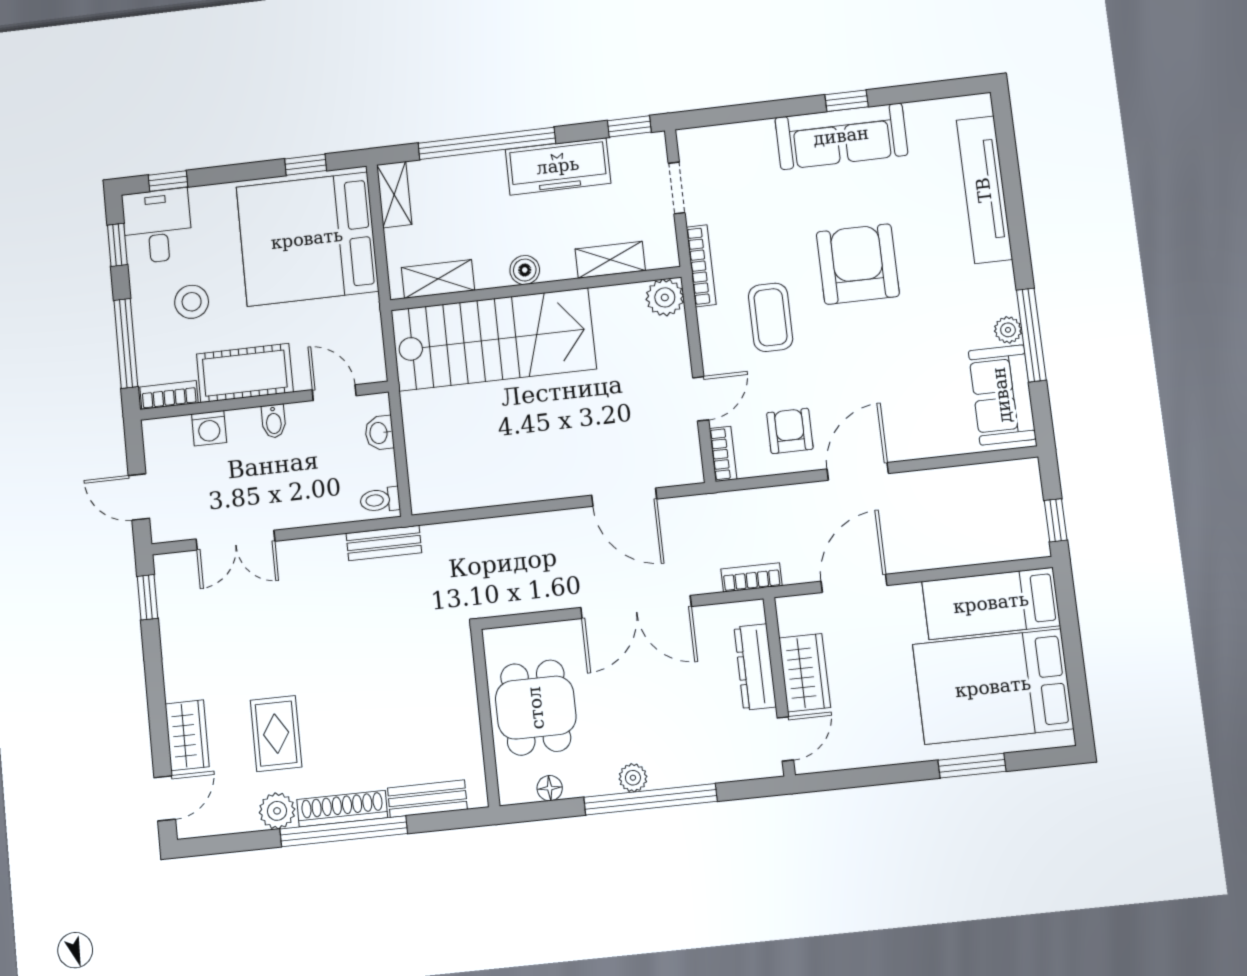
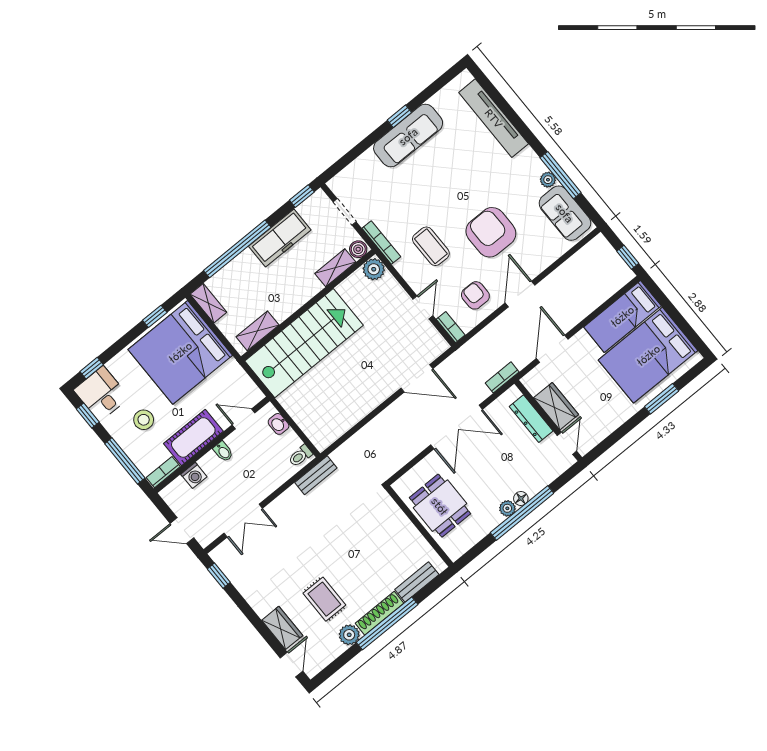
armchair: (858, 264) -> (491, 232), moved
boiler: (525, 270) -> (358, 249), moved
floor lamp: (550, 788) -> (521, 498), moved

